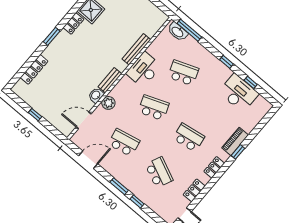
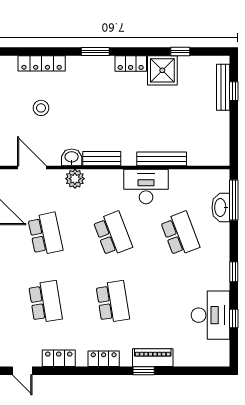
washbasin: (178, 32) -> (221, 208), moved
stool: (57, 89) -> (41, 108), added
school desk: (159, 172) -> (45, 302), turned -33

